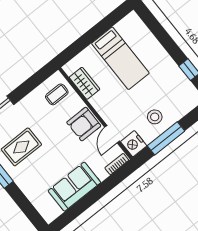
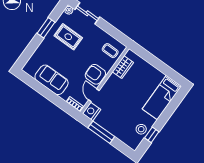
bed: (120, 58) -> (162, 98), moved
stool: (155, 117) -> (141, 129), moved
door: (112, 134) -> (94, 95), hinge flipped

